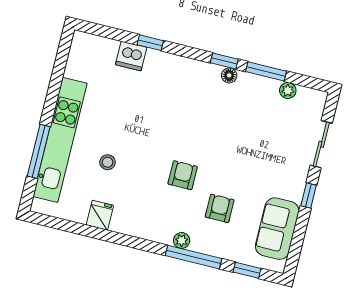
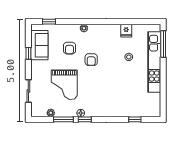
window: (150, 43) -> (135, 119), moved
dishwasher: (131, 56) -> (130, 111), removed
grand piano: (248, 139) -> (64, 85), added
window: (39, 151) -> (163, 44), moved
window: (309, 195) -> (28, 53), moved
window: (193, 257) -> (76, 22), removed

